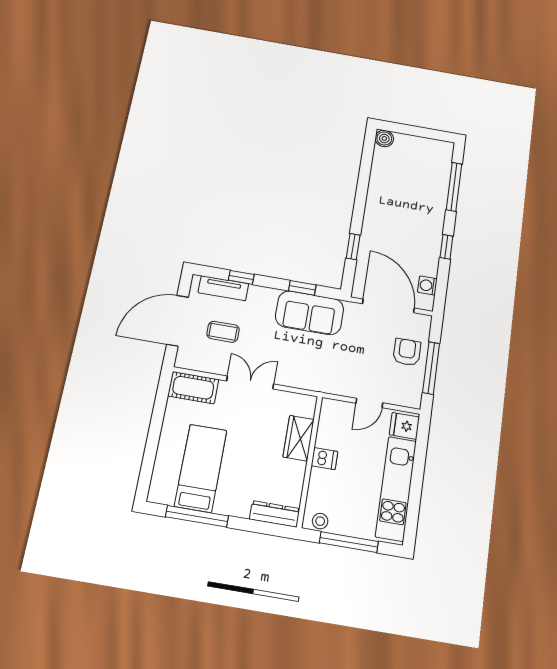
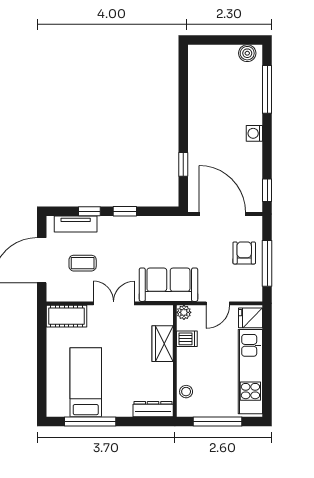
boiler: (384, 138) -> (247, 53), moved
window: (446, 247) -> (267, 190), moved
washing machine: (427, 285) -> (254, 133), moved
window: (302, 288) -> (125, 211), moved
sofa: (310, 313) -> (168, 285), moved, turned 180
plant: (329, 407) -> (184, 312), added
dishwasher: (324, 459) -> (187, 339), moved
stool: (320, 521) -> (186, 392), moved

